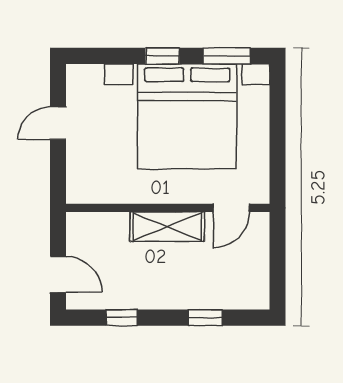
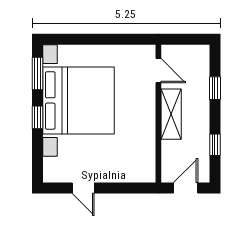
wall: (168, 208) -> (158, 114), moved
door: (231, 208) -> (158, 71), moved
shelving: (167, 227) -> (171, 114), moved

